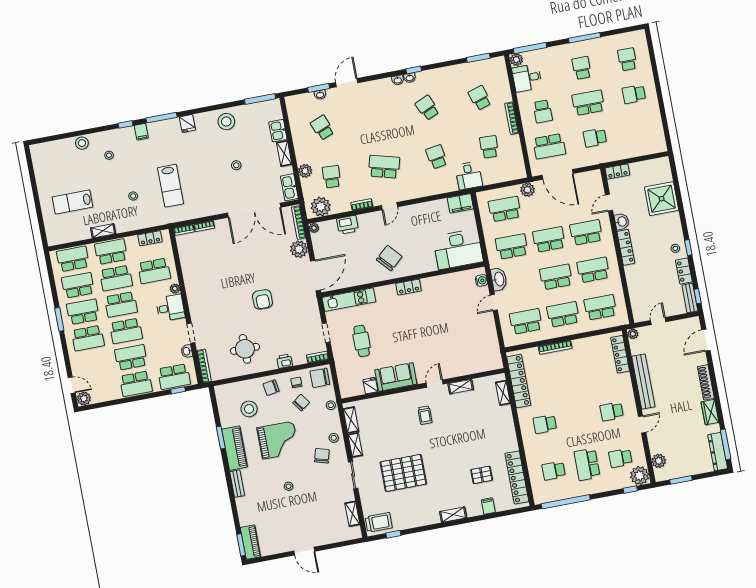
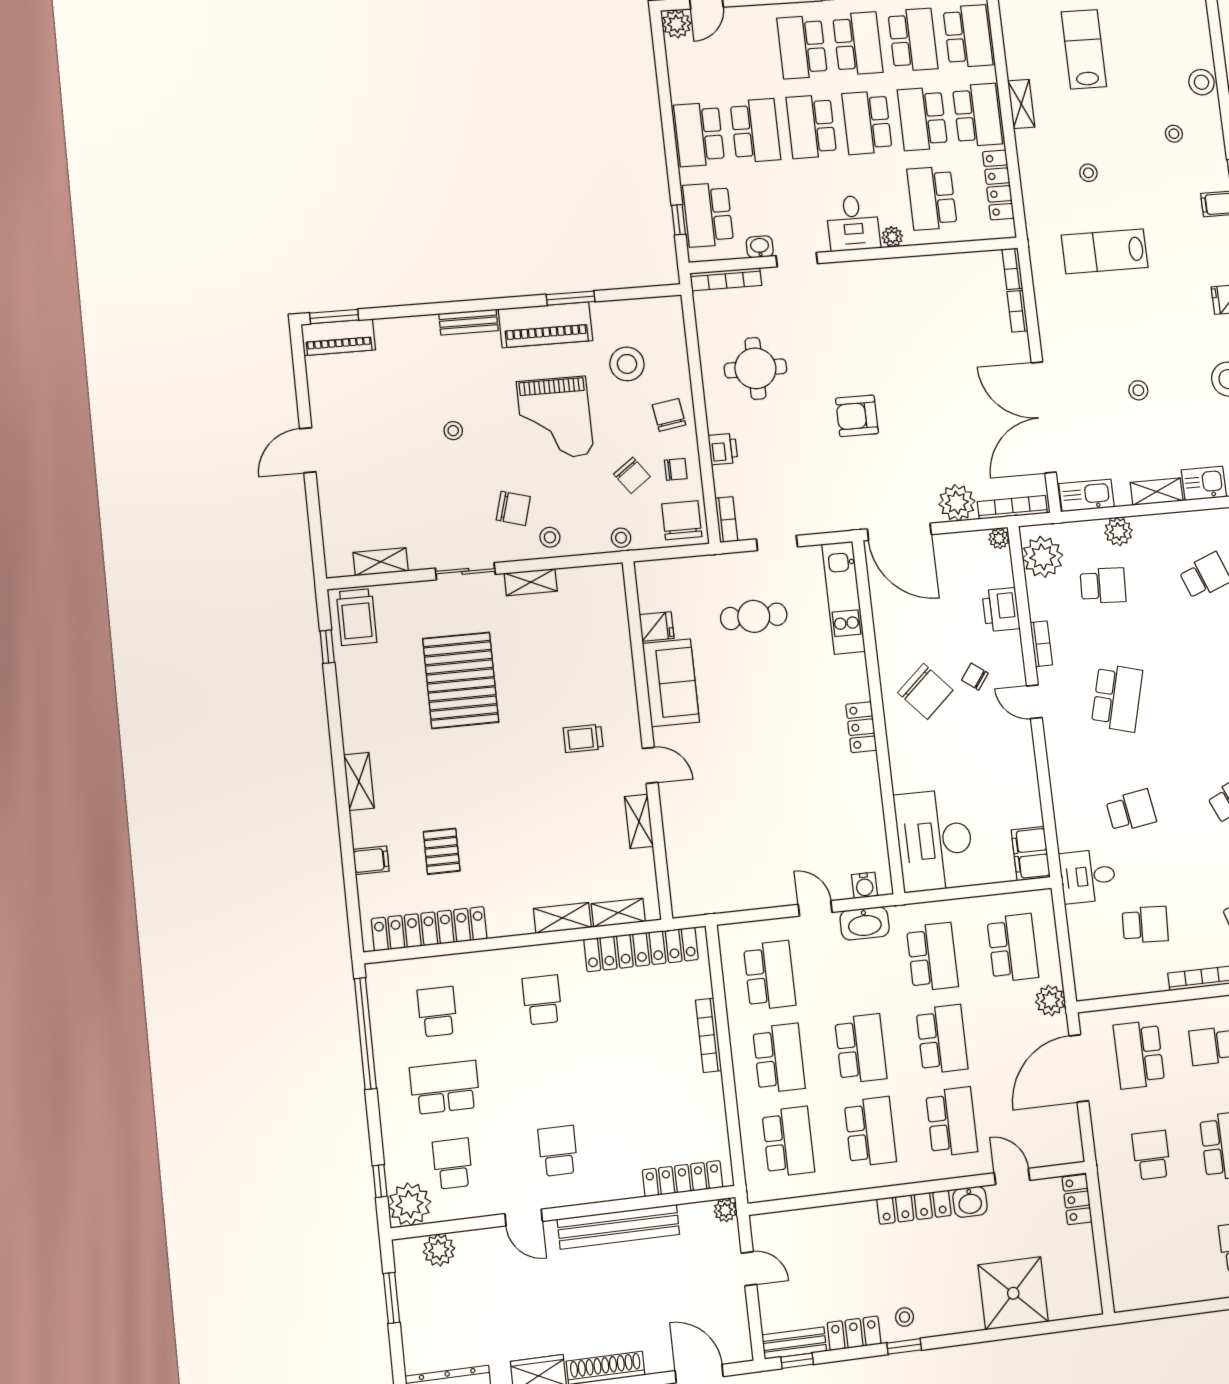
chair: (380, 235) -> (975, 677), added
locker: (150, 238) -> (998, 185), width x1.53
shelving: (351, 420) -> (562, 918), moved

